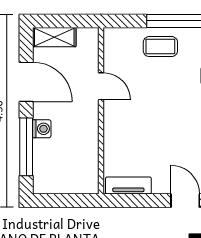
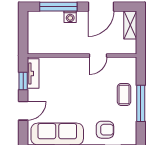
window: (140, 201) -> (23, 81), added

